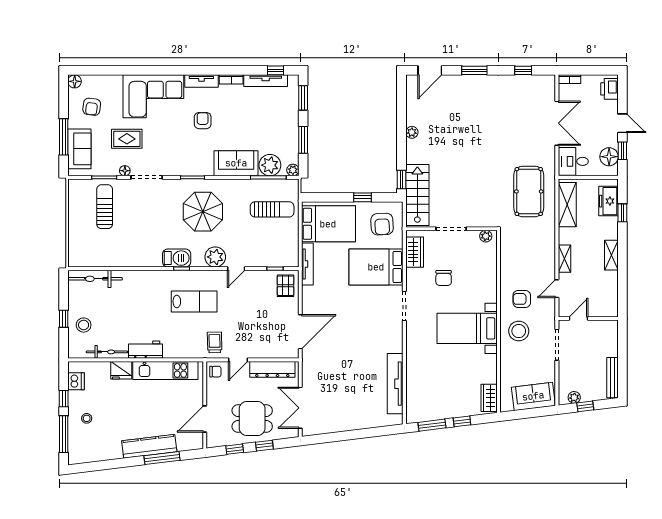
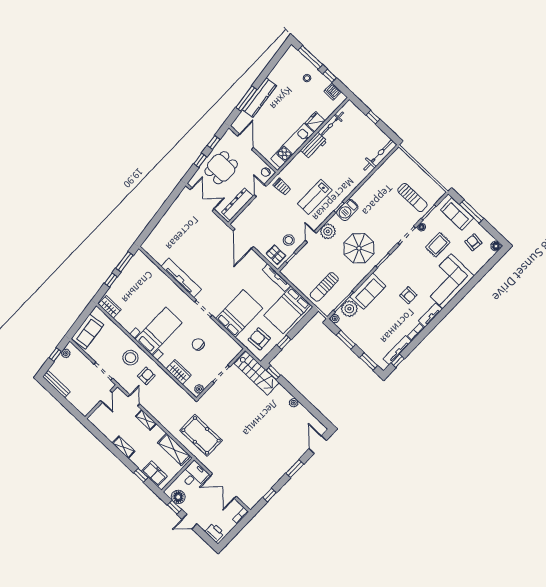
wardrobe: (415, 252) -> (179, 372), moved, turned 180
stool: (84, 325) -> (289, 240), moved
tv unit: (395, 384) -> (181, 278), moved

